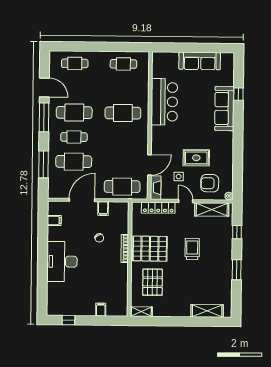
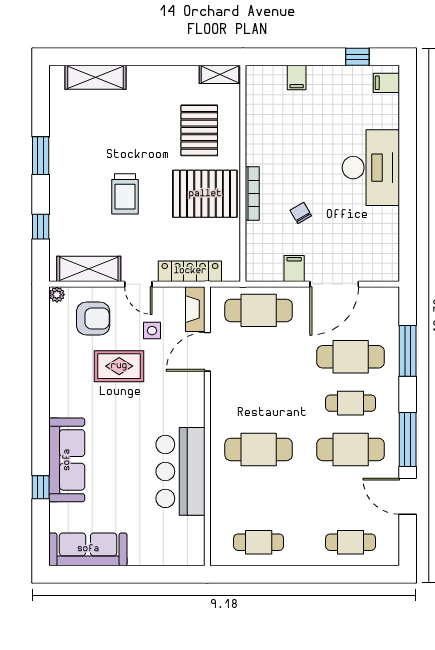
sofa: (200, 61) -> (88, 549), moved
filing cabinet: (54, 220) -> (386, 83), moved

